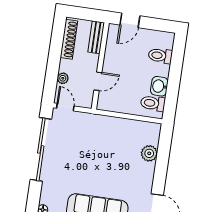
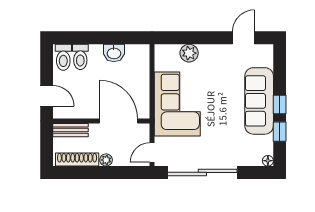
plant: (63, 78) -> (106, 160), moved
door: (98, 81) -> (118, 121), width x1.87
toilet: (153, 103) -> (63, 57), moved
corner sofa: (105, 136) -> (177, 104), added

